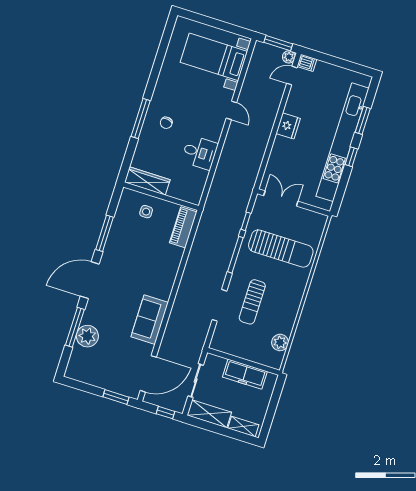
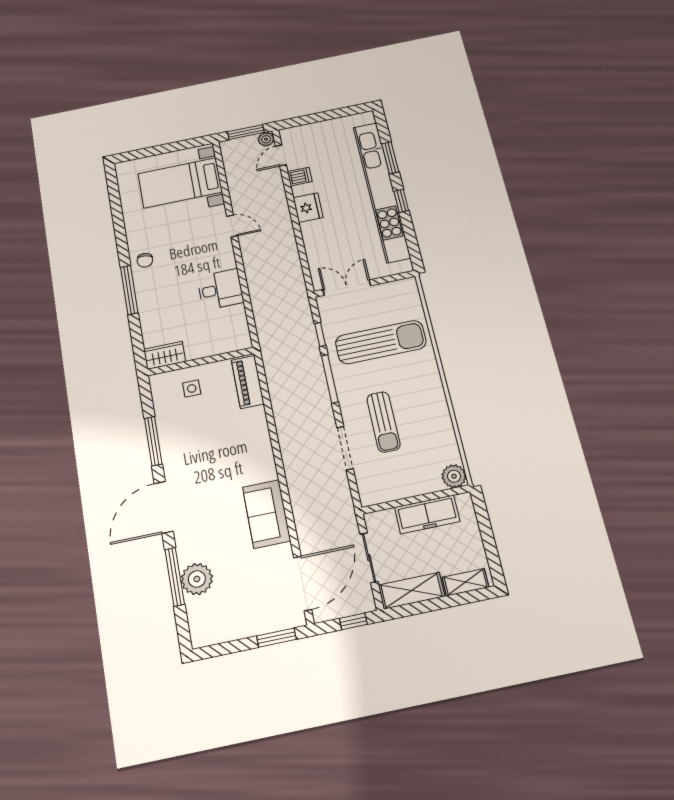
dishwasher: (307, 63) -> (300, 177), moved
chair: (166, 123) -> (145, 260), moved
wardrobe: (147, 181) -> (165, 355), width x0.67
plant: (280, 342) -> (454, 476), moved

